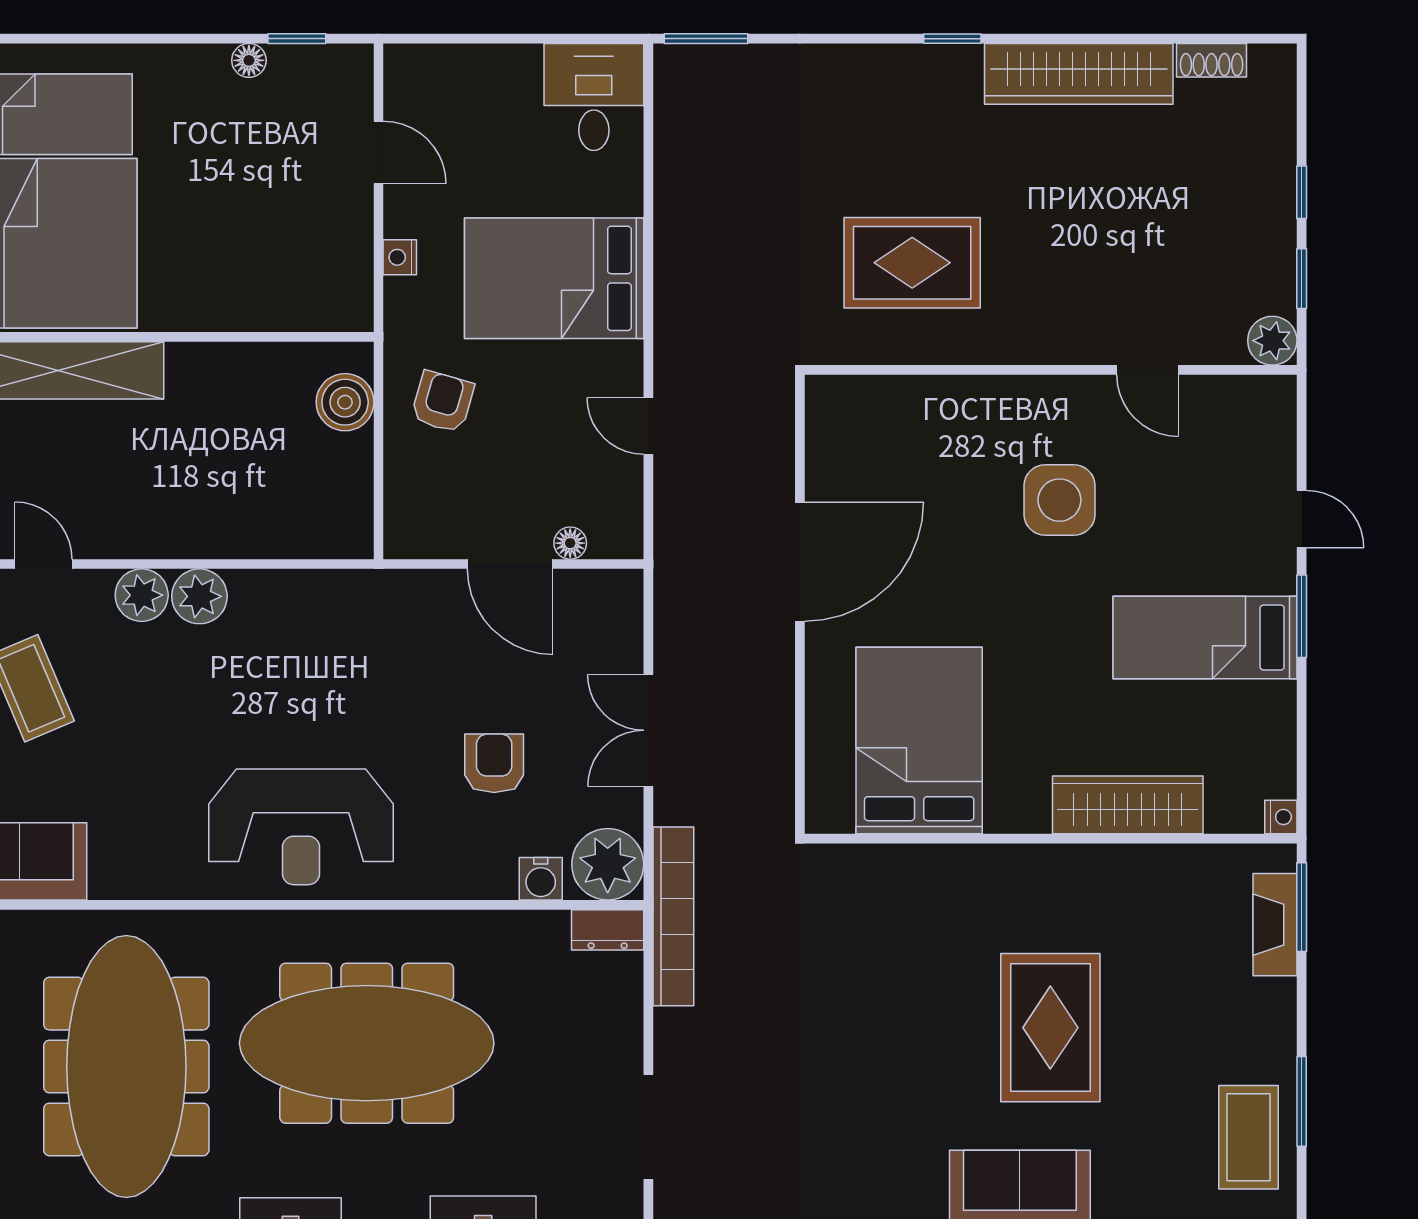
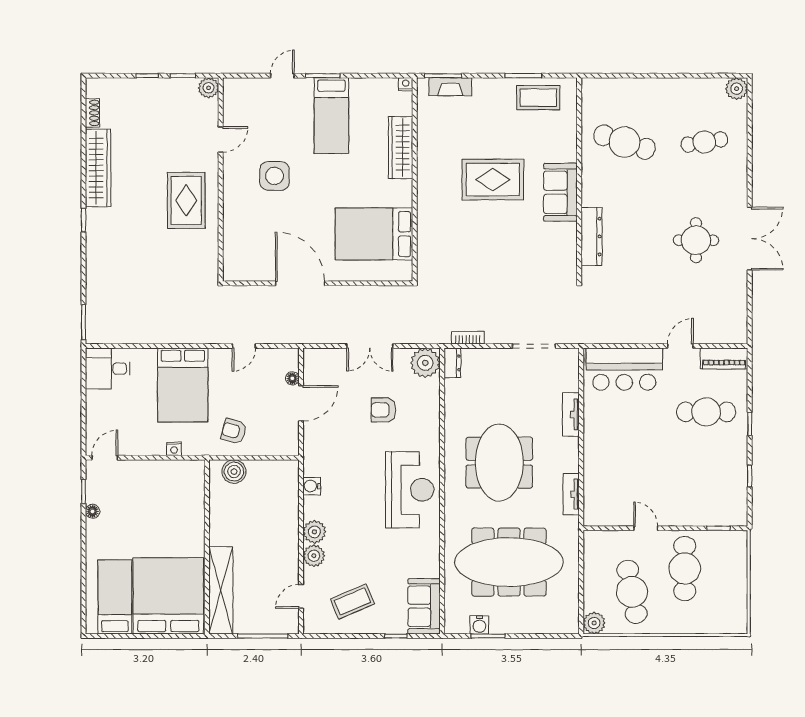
door: (378, 152) -> (105, 458), moved
rug: (912, 263) -> (186, 200), moved
water cooler: (541, 879) -> (312, 486), moved, turned 180
bookcase: (673, 916) -> (468, 338), width x0.43, depth x0.76
meeting table: (367, 1043) -> (499, 463), width x0.73

